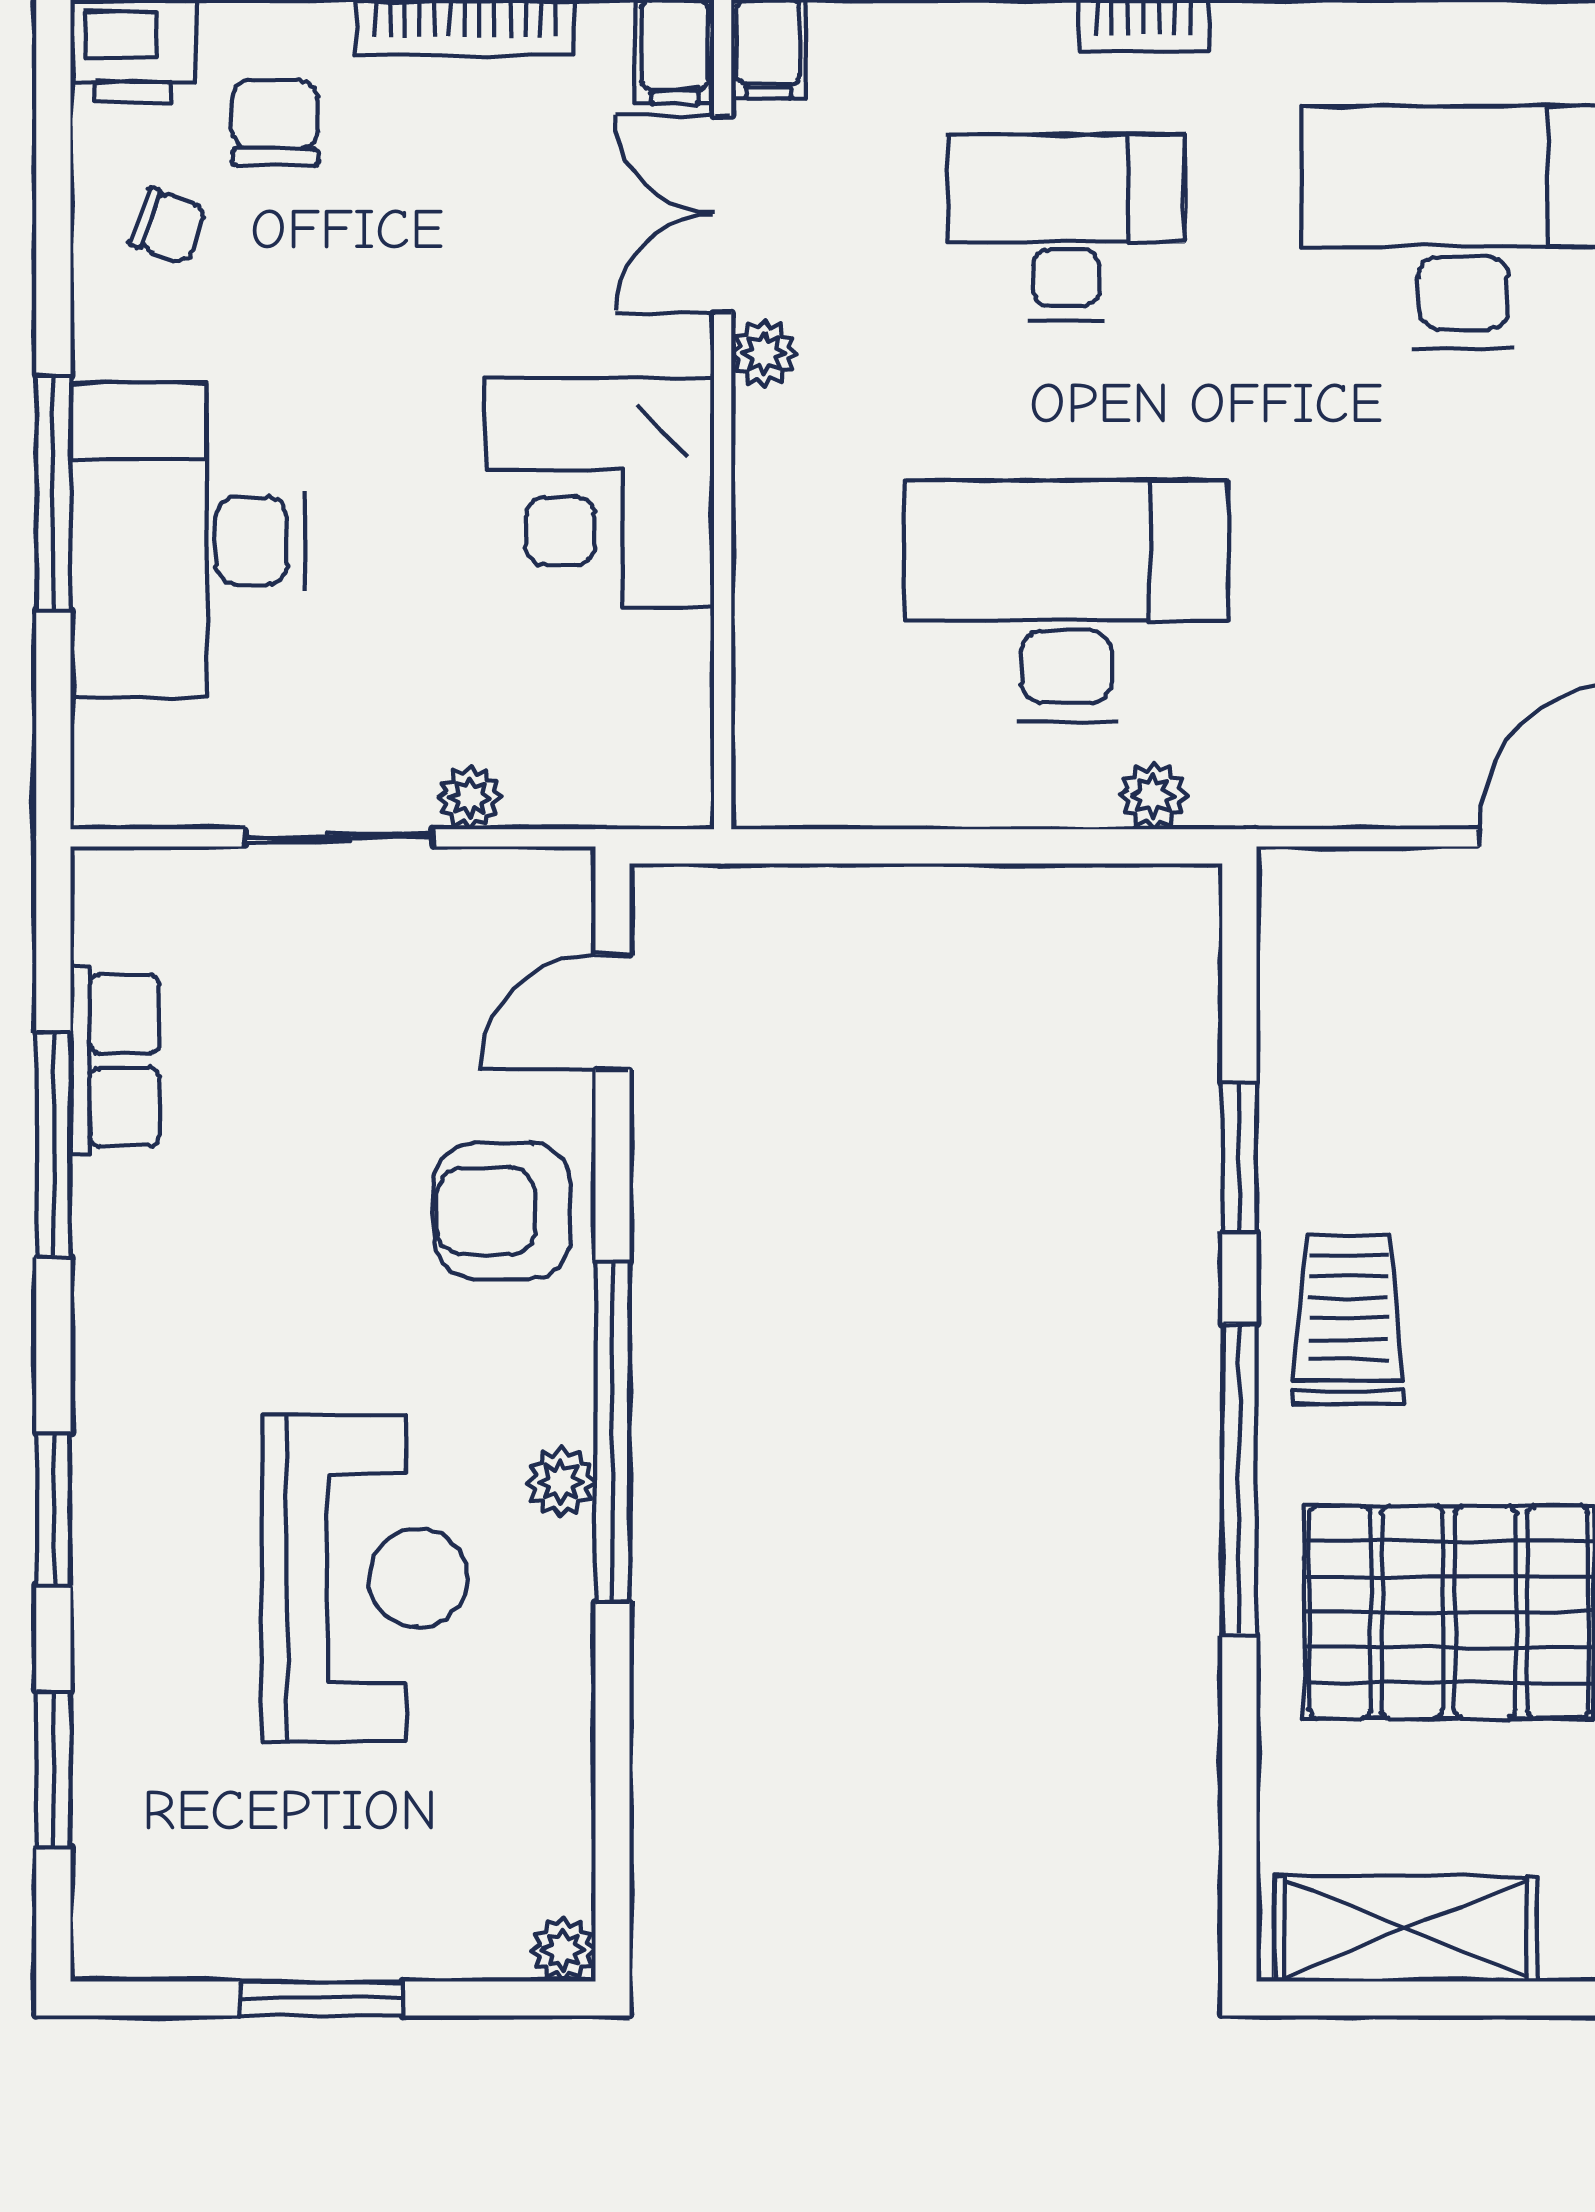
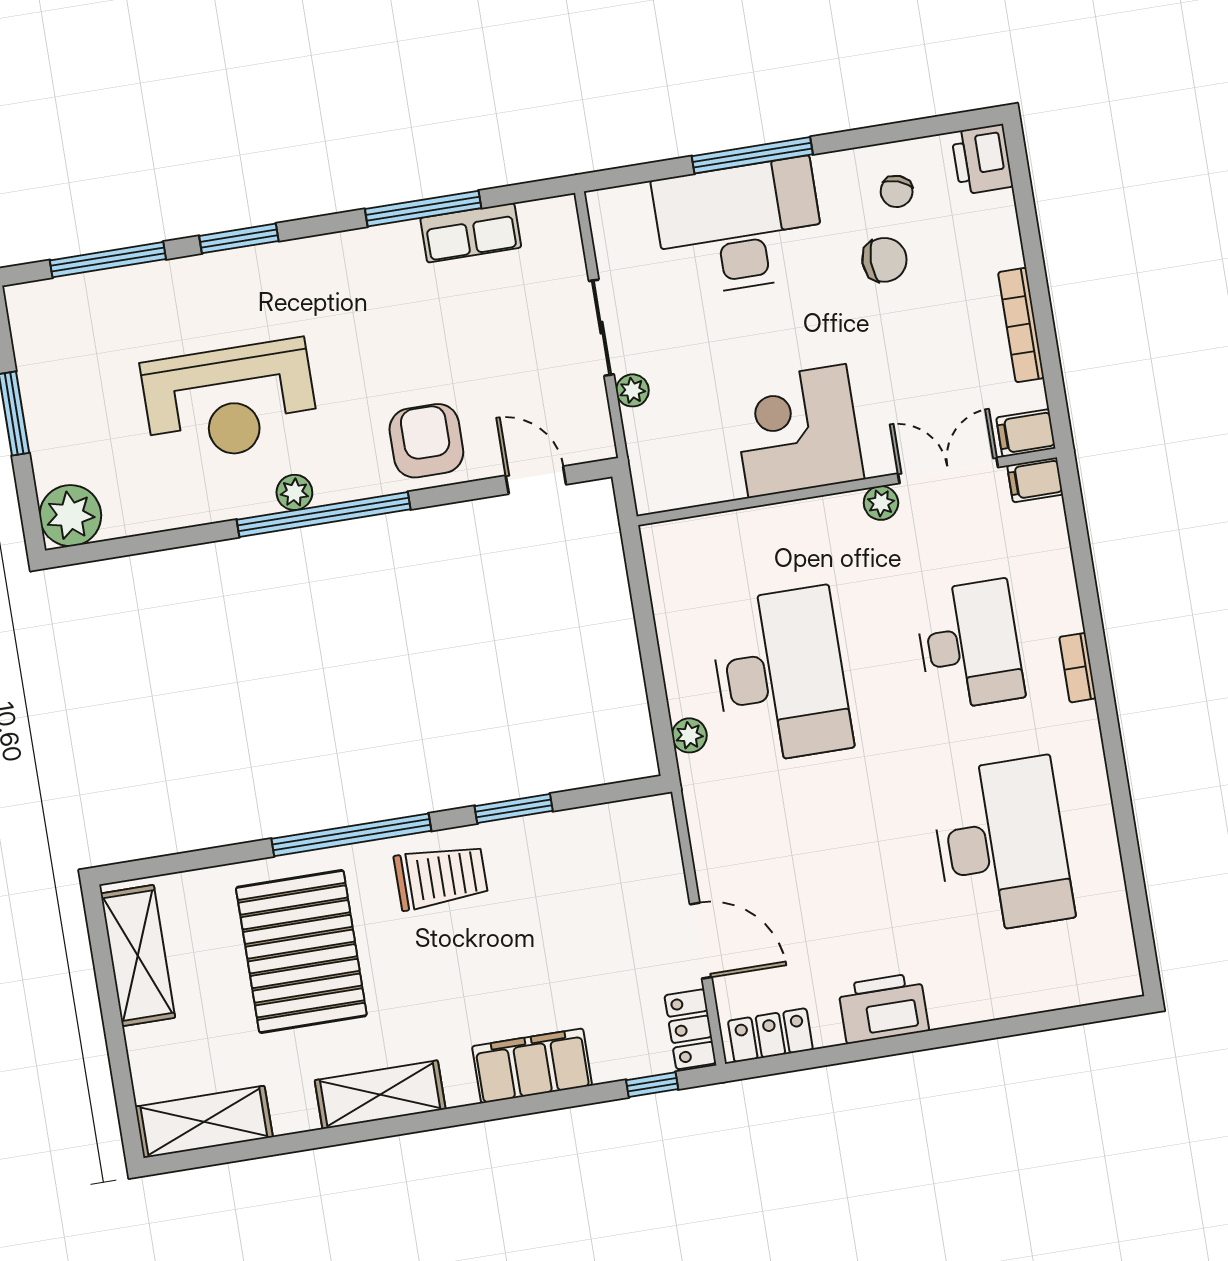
chair: (275, 123) -> (884, 260), moved
window: (53, 1769) -> (108, 260), width x1.44
plant: (564, 1950) -> (70, 516), width x1.88, depth x1.88

